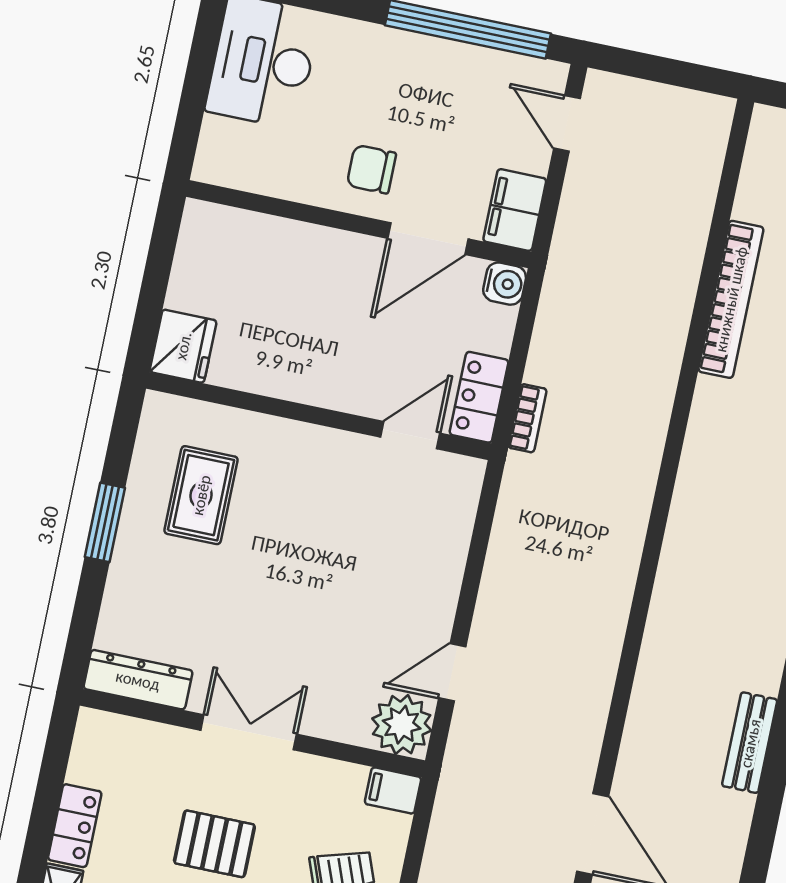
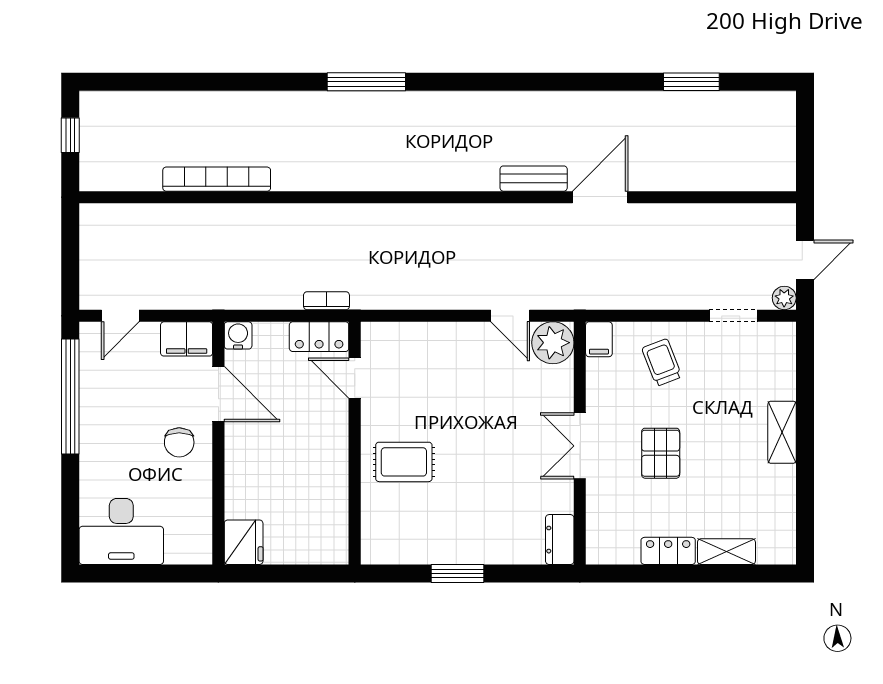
fridge: (183, 346) -> (244, 542), moved, turned 90
rug: (201, 495) -> (404, 462), moved
dresser: (138, 680) -> (560, 540), width x0.70
bench: (750, 743) -> (534, 179), moved

